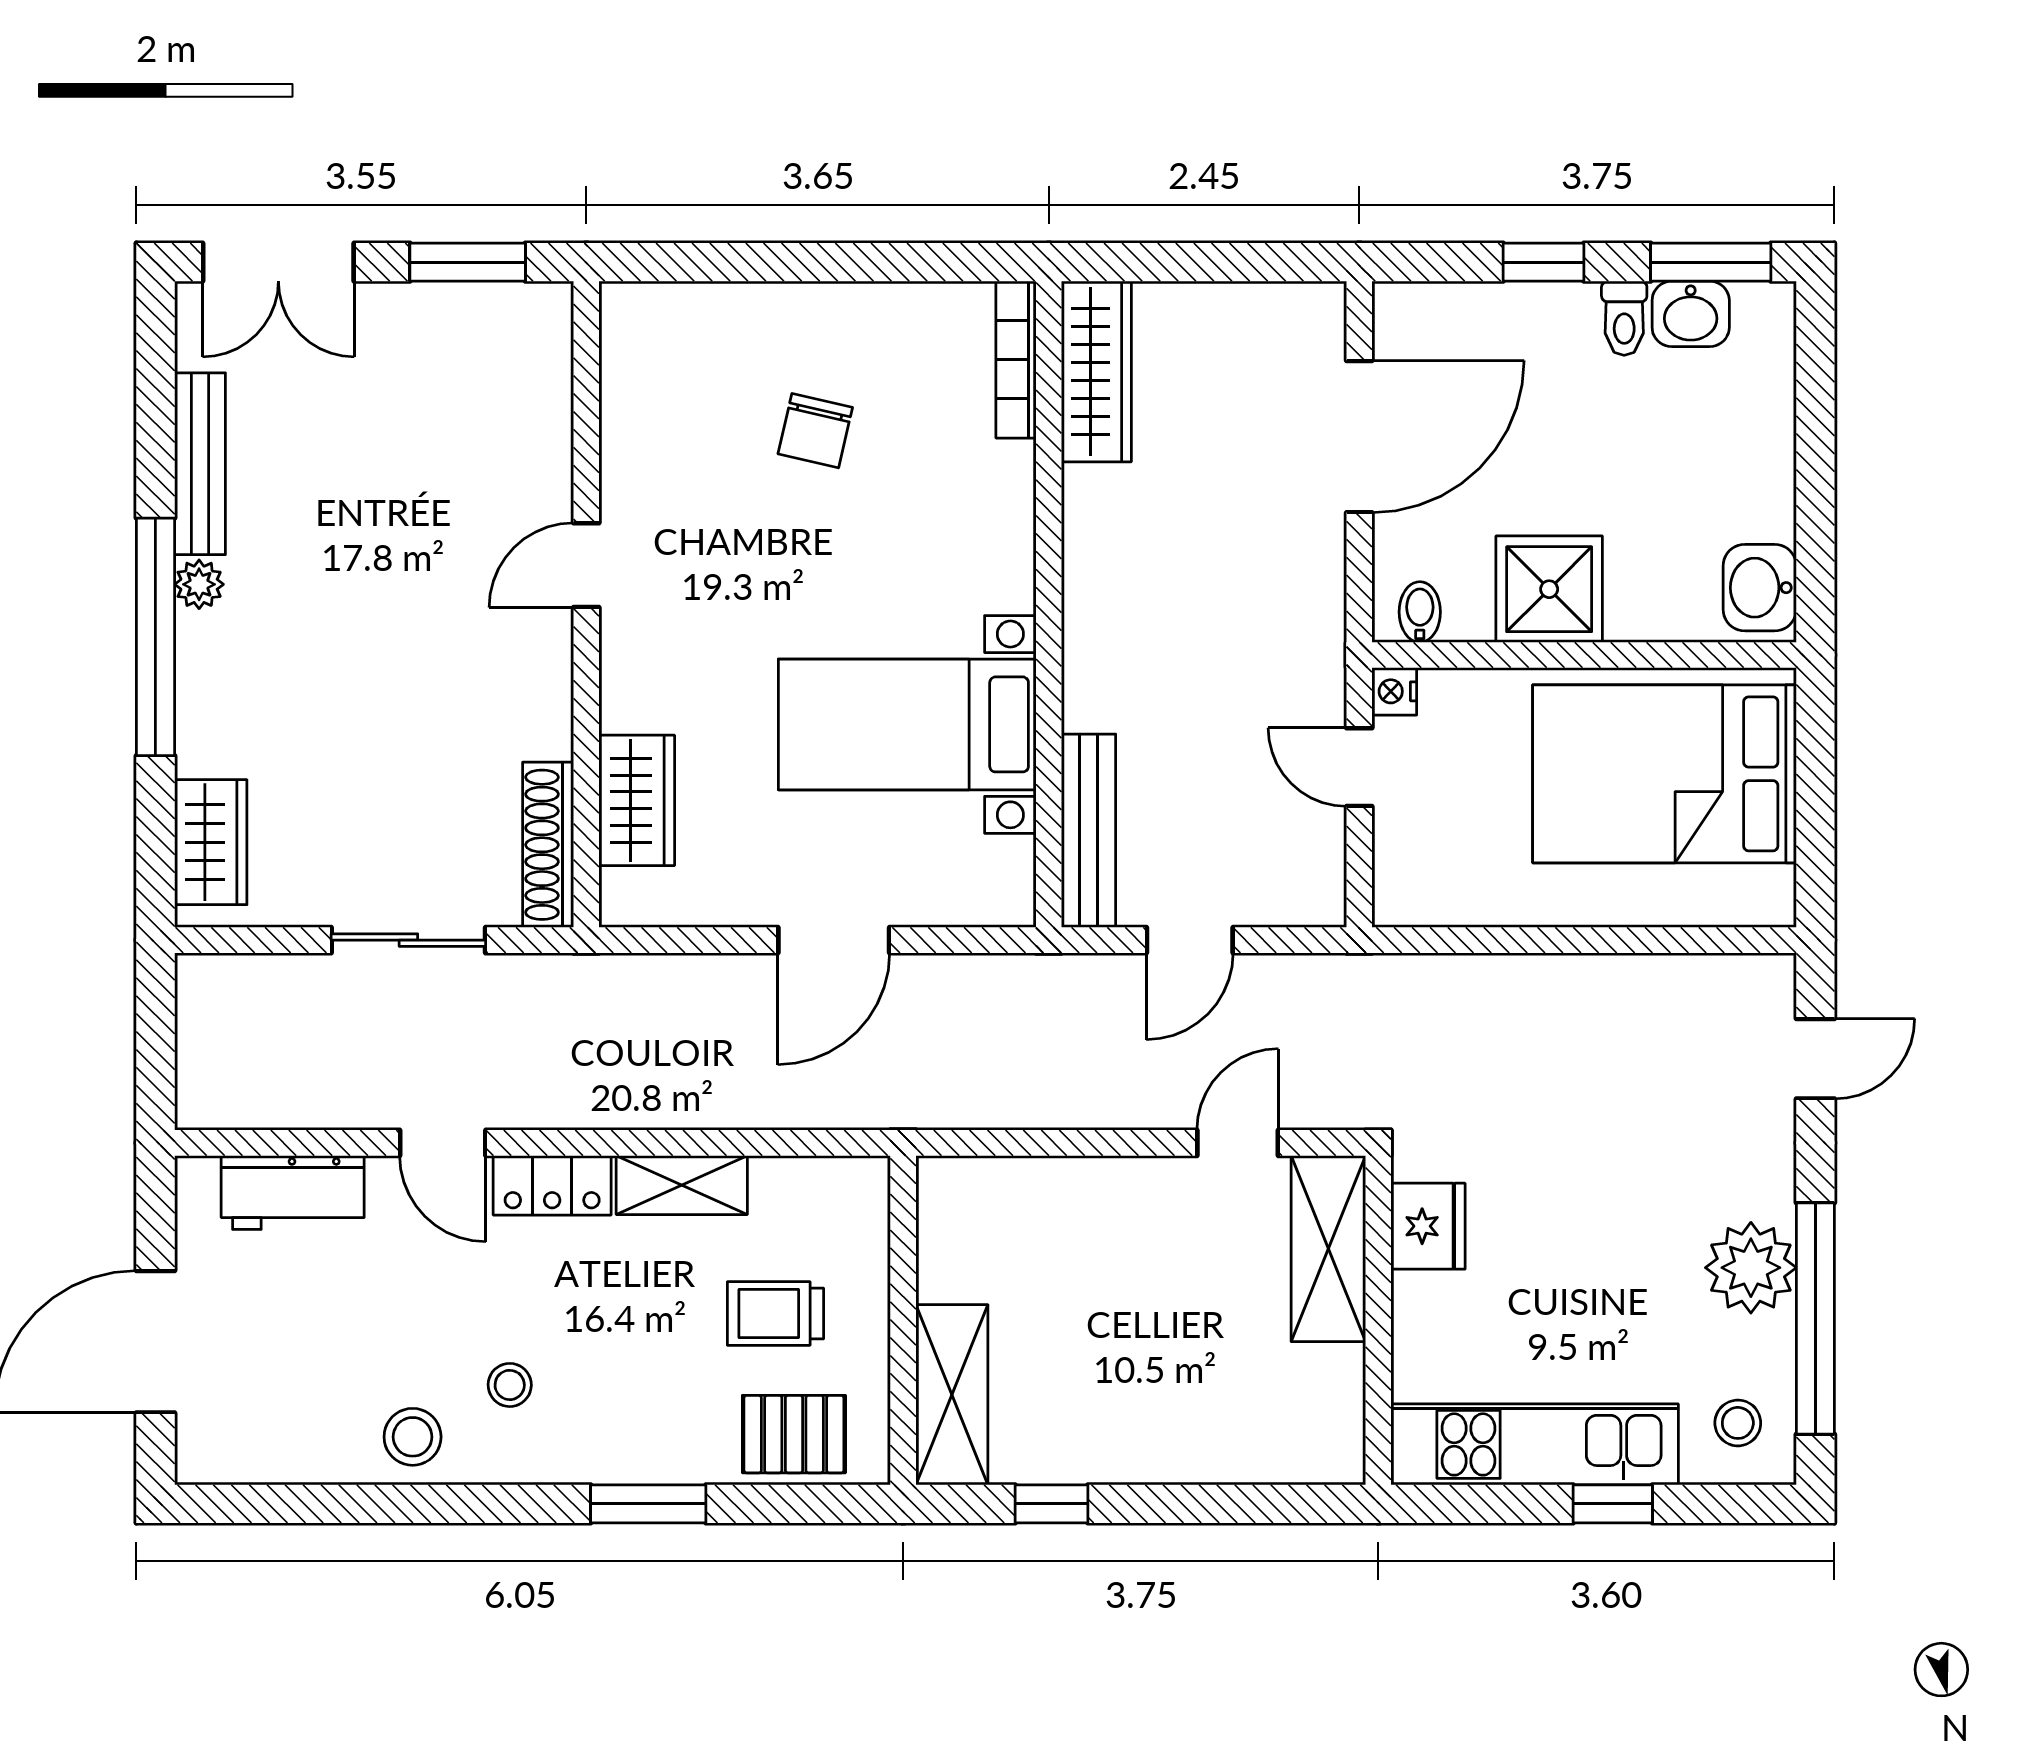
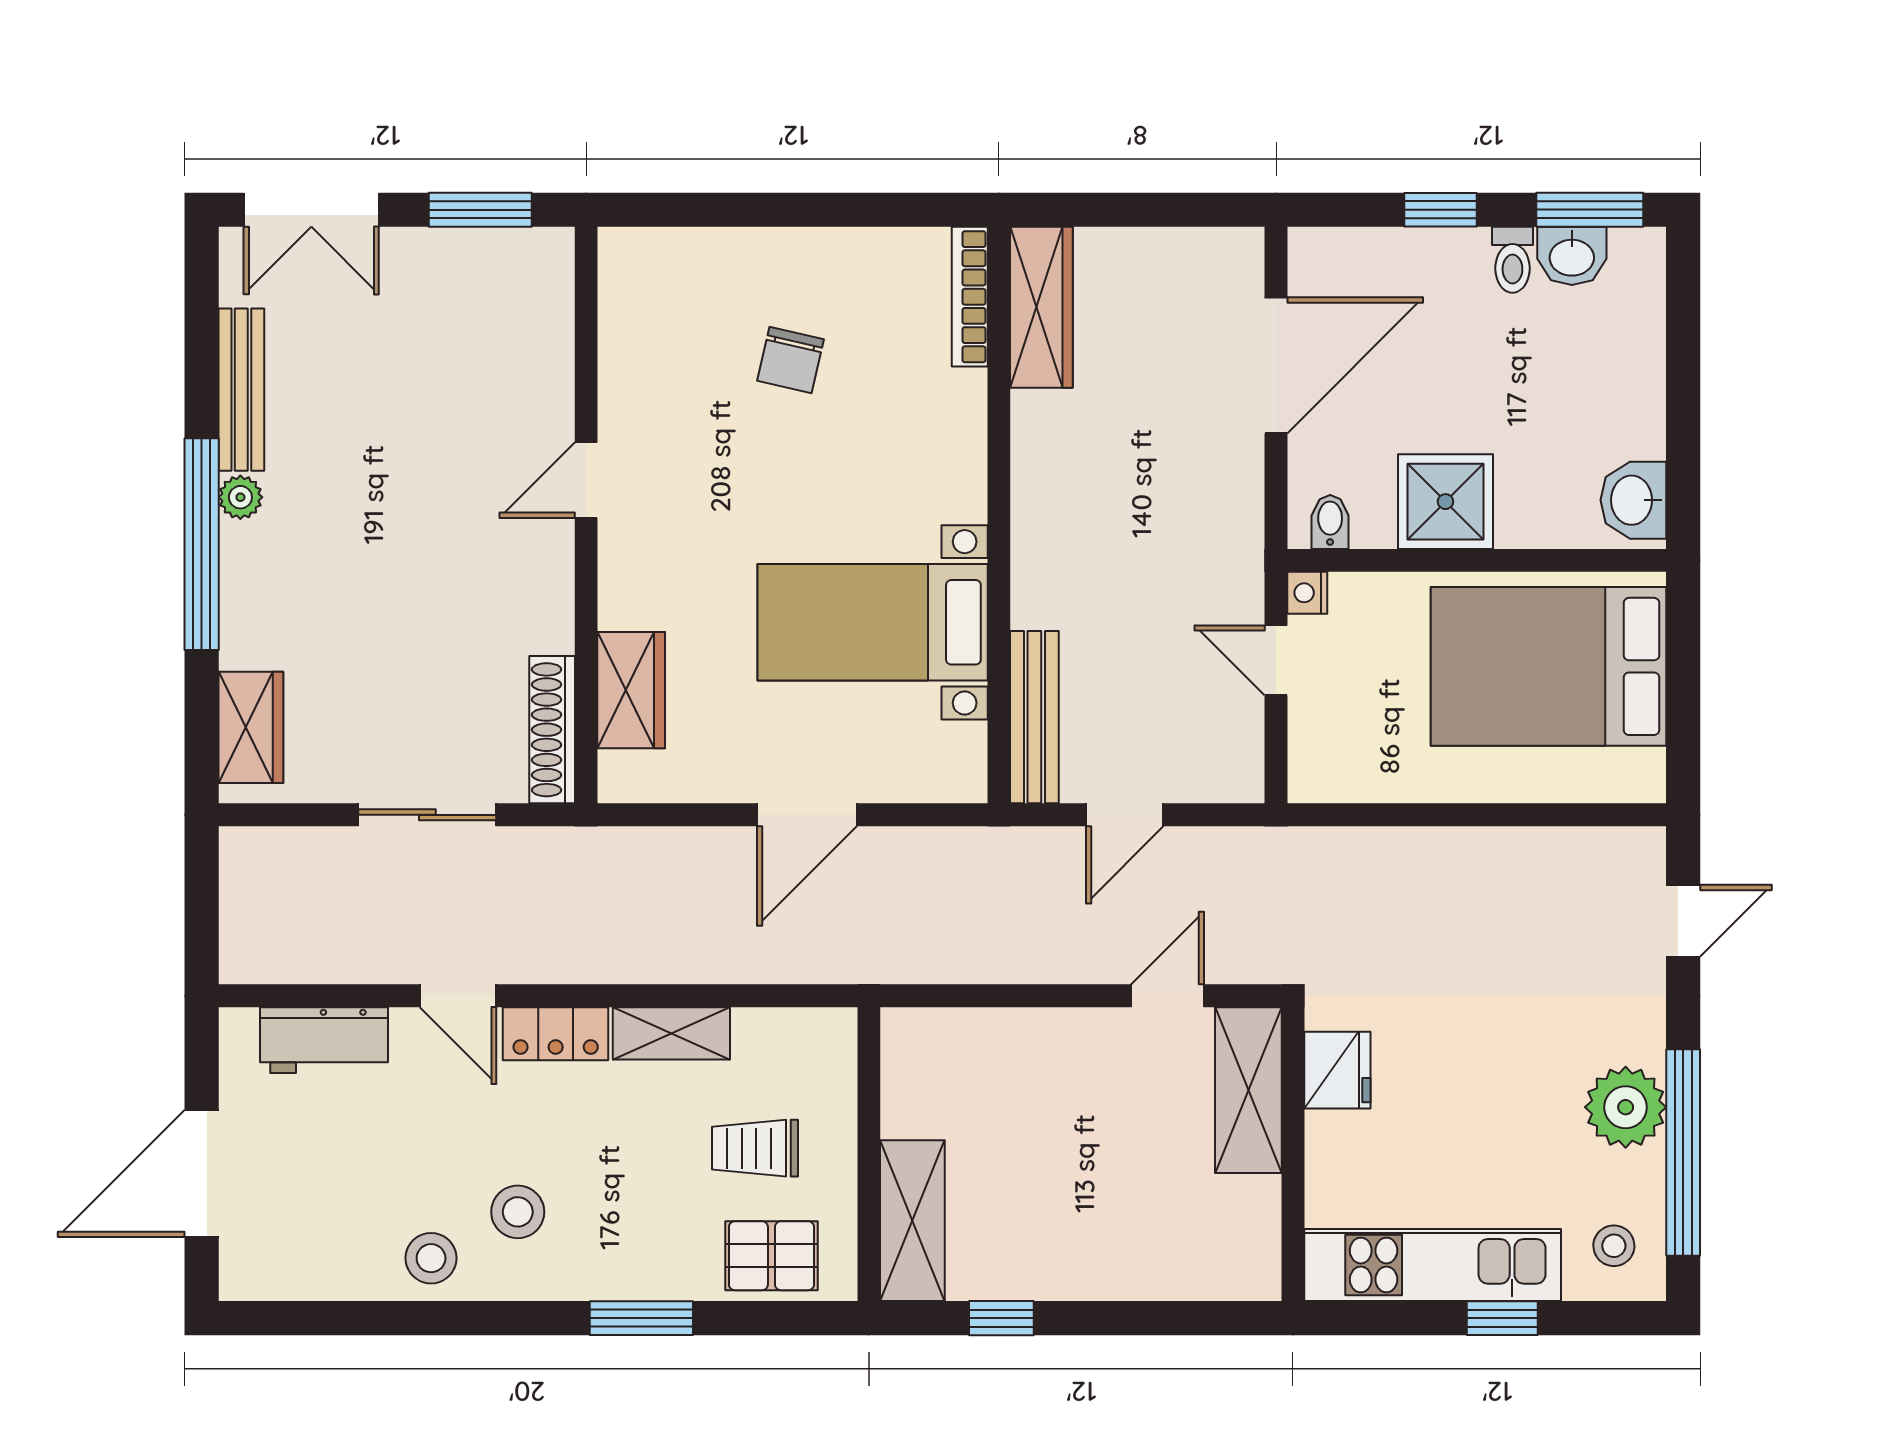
stool: (510, 1385) -> (518, 1212), width x1.37, depth x1.37

